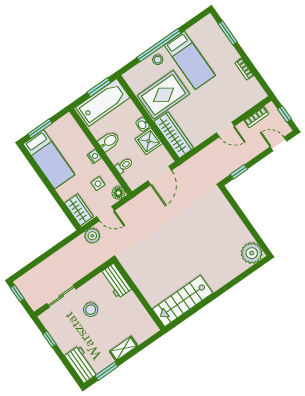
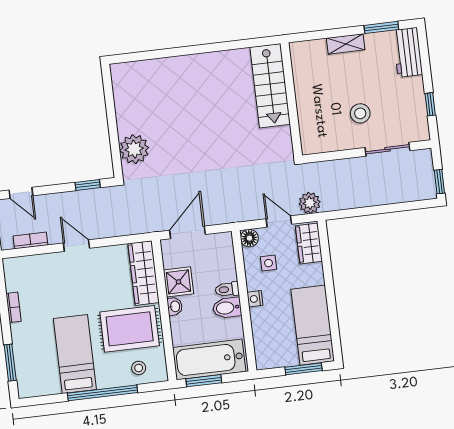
stool: (158, 60) -> (139, 368), moved
toilet: (124, 165) -> (227, 289), moved
plant: (252, 253) -> (134, 149), moved
workbench: (116, 281) -> (311, 132), removed
stairs: (183, 301) -> (270, 86), moved, turned 90

